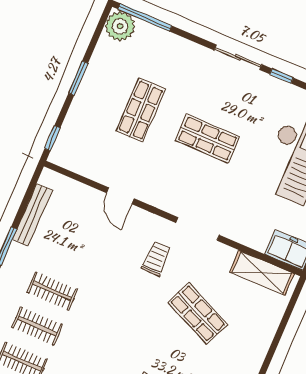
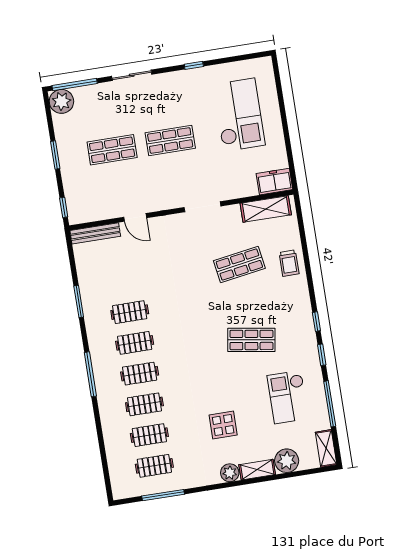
sliding door: (238, 57) -> (132, 75), moved
shop shelf: (141, 110) -> (112, 150), turned 90
bench: (32, 215) -> (95, 233), moved, turned 90
trolley: (156, 259) -> (289, 263), moved, turned 180
shop shelf: (198, 313) -> (239, 265), turned -33

